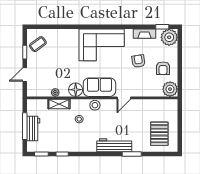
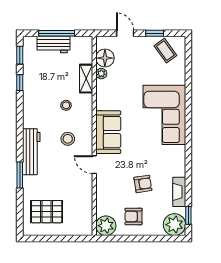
corner sofa: (102, 45) -> (164, 115), moved
floor lamp: (76, 90) -> (105, 58), moved
stool: (95, 105) -> (68, 139), moved

